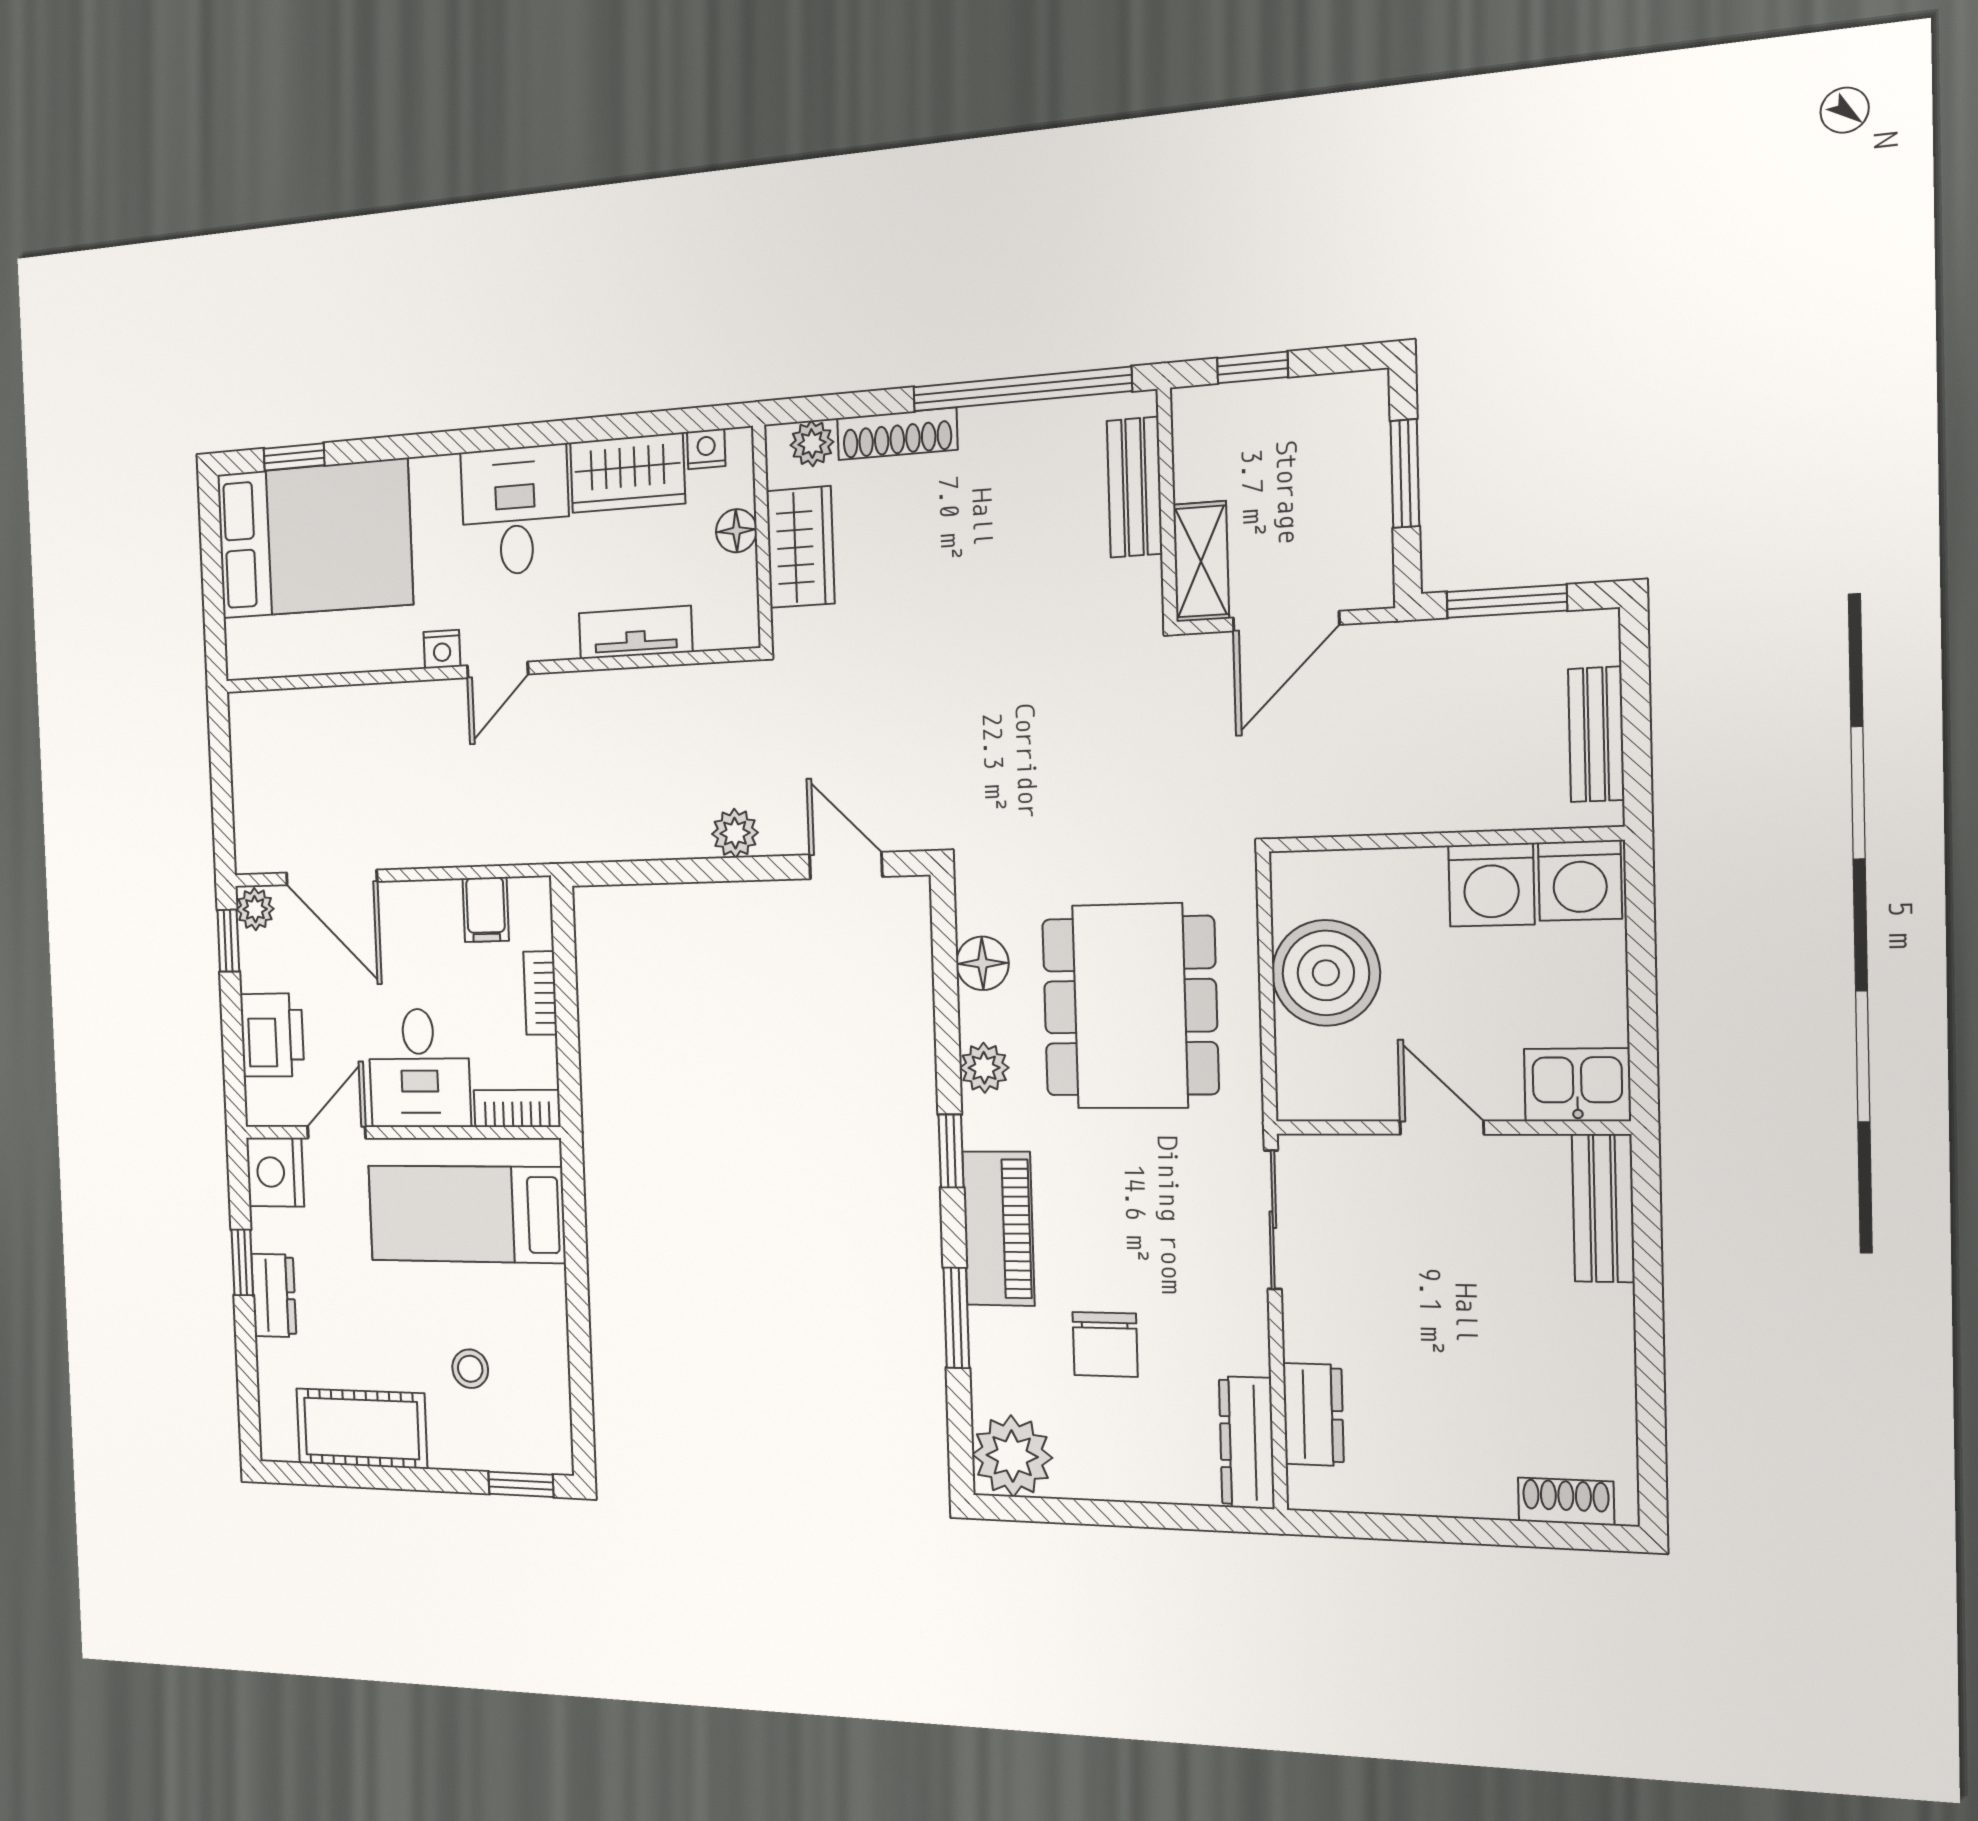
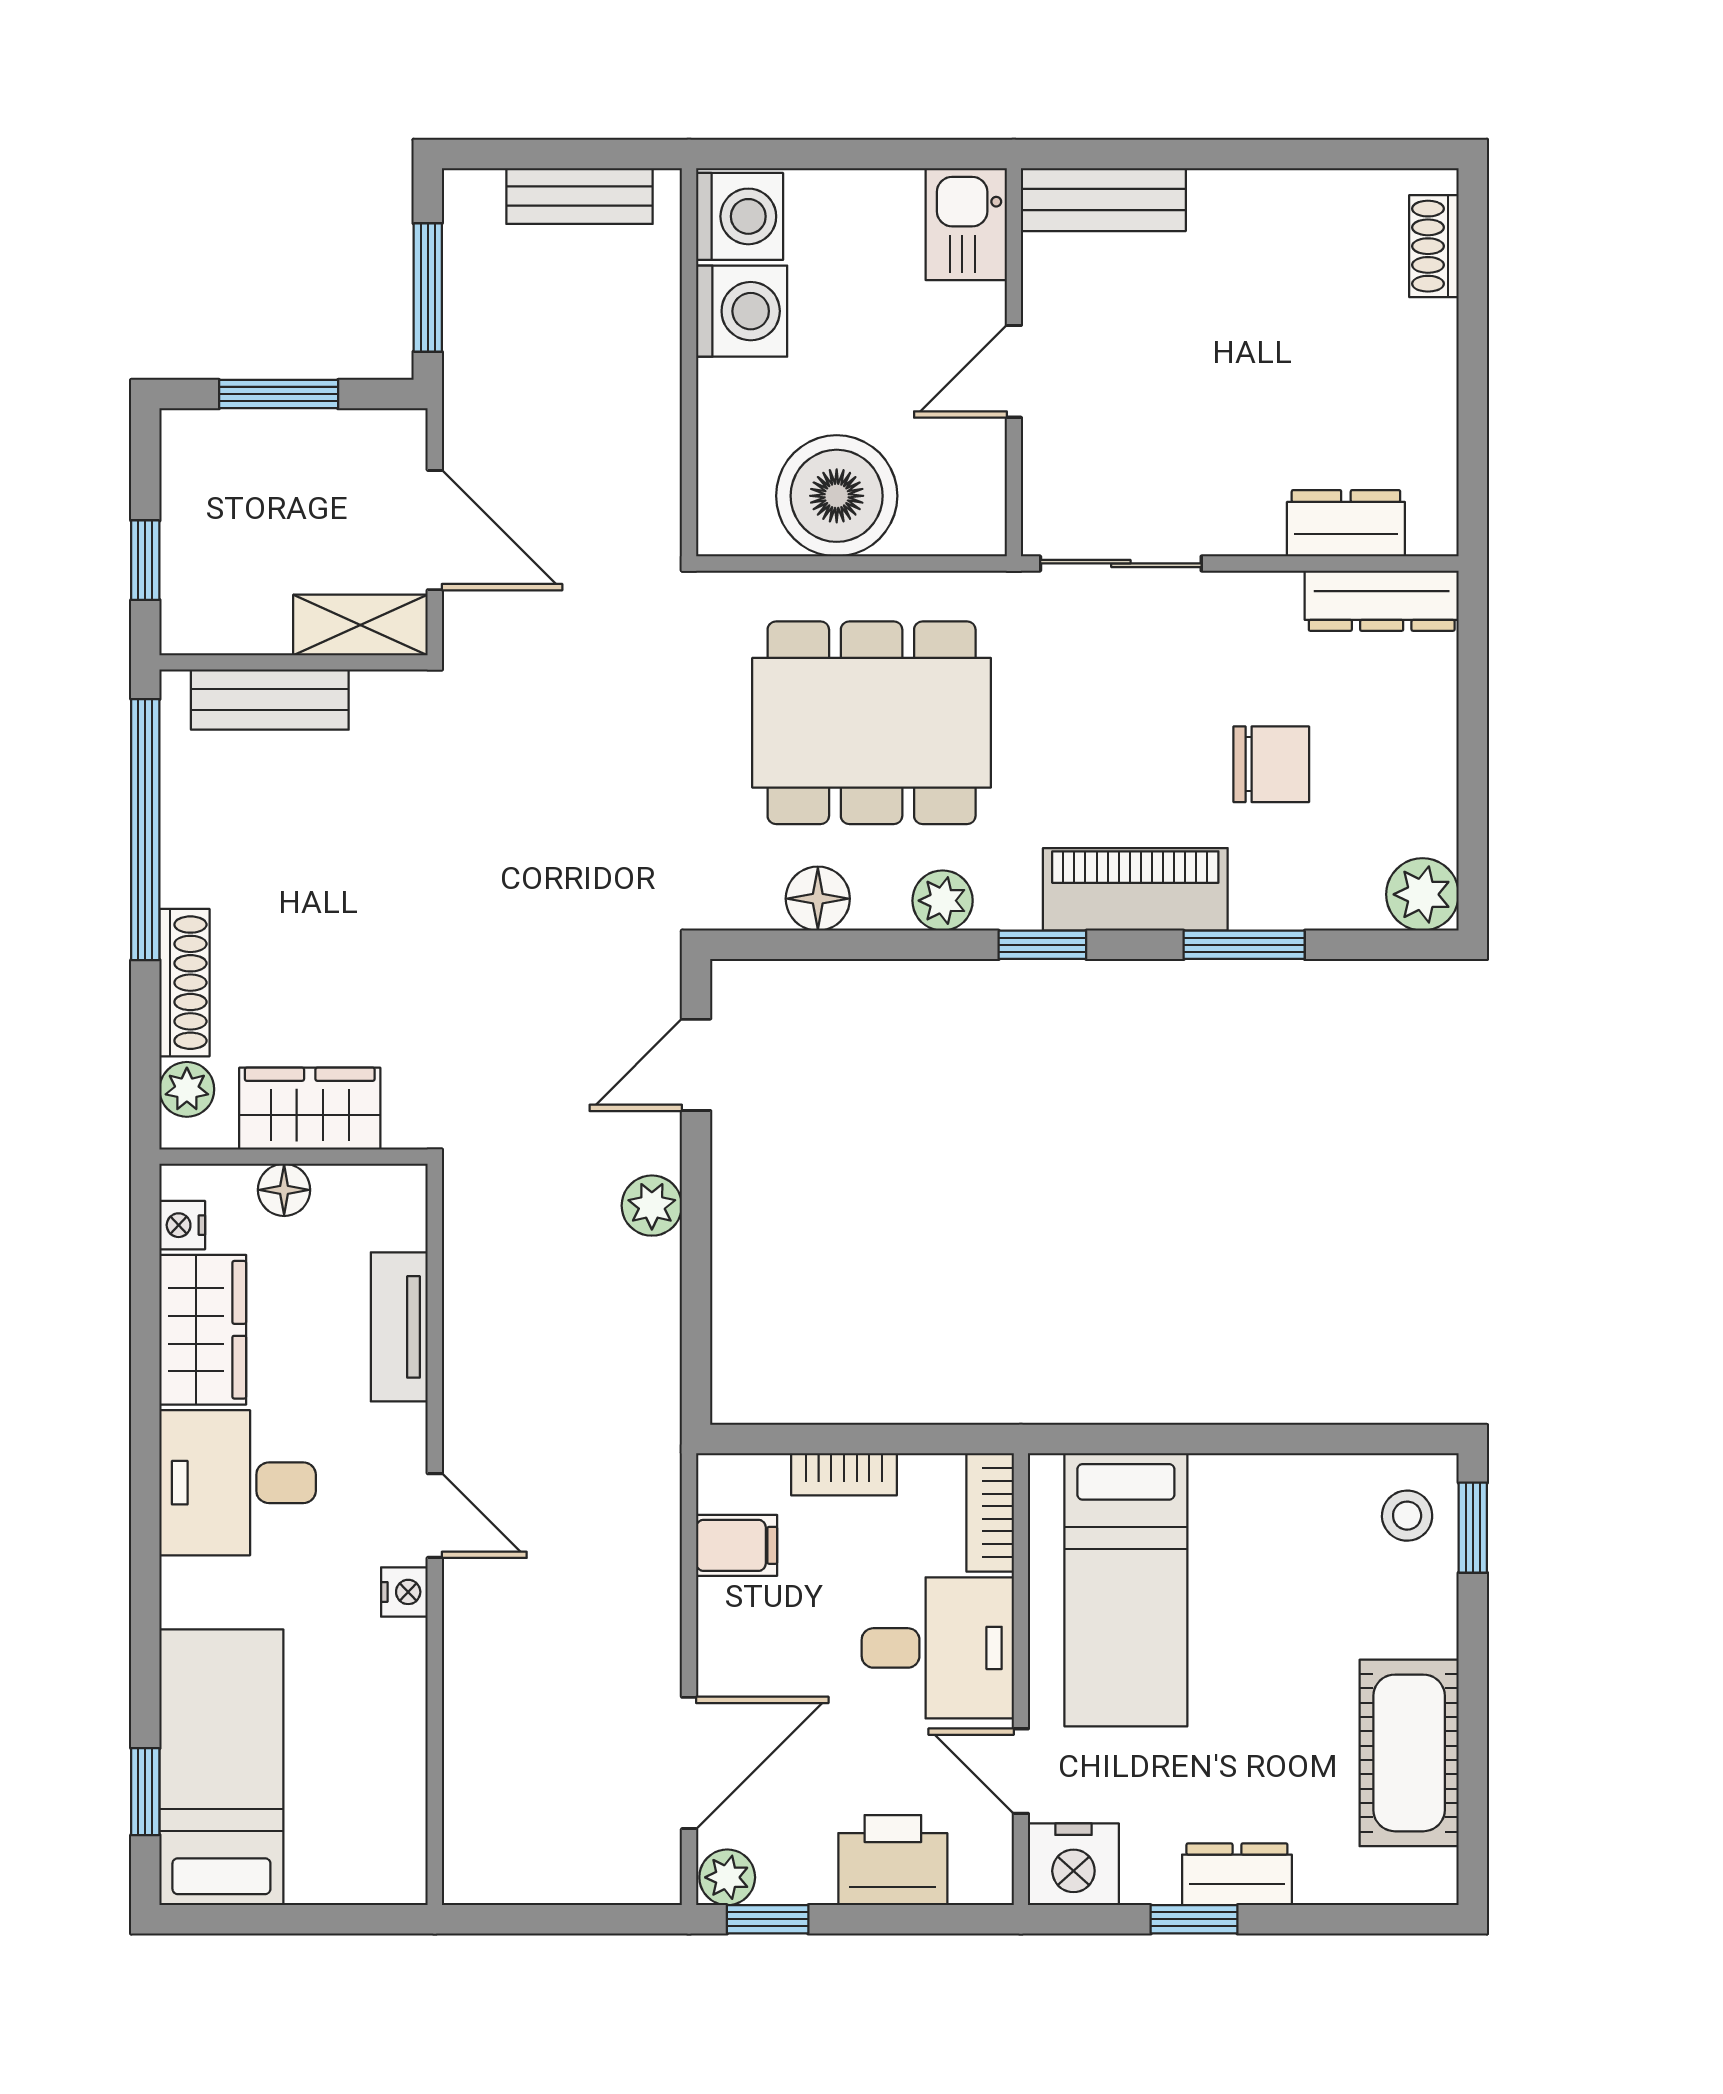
bed: (314, 539) -> (221, 1767), width x0.67
stool: (470, 1369) -> (1407, 1516), moved
plant: (1012, 1456) -> (1422, 894), width x0.73, depth x0.73

